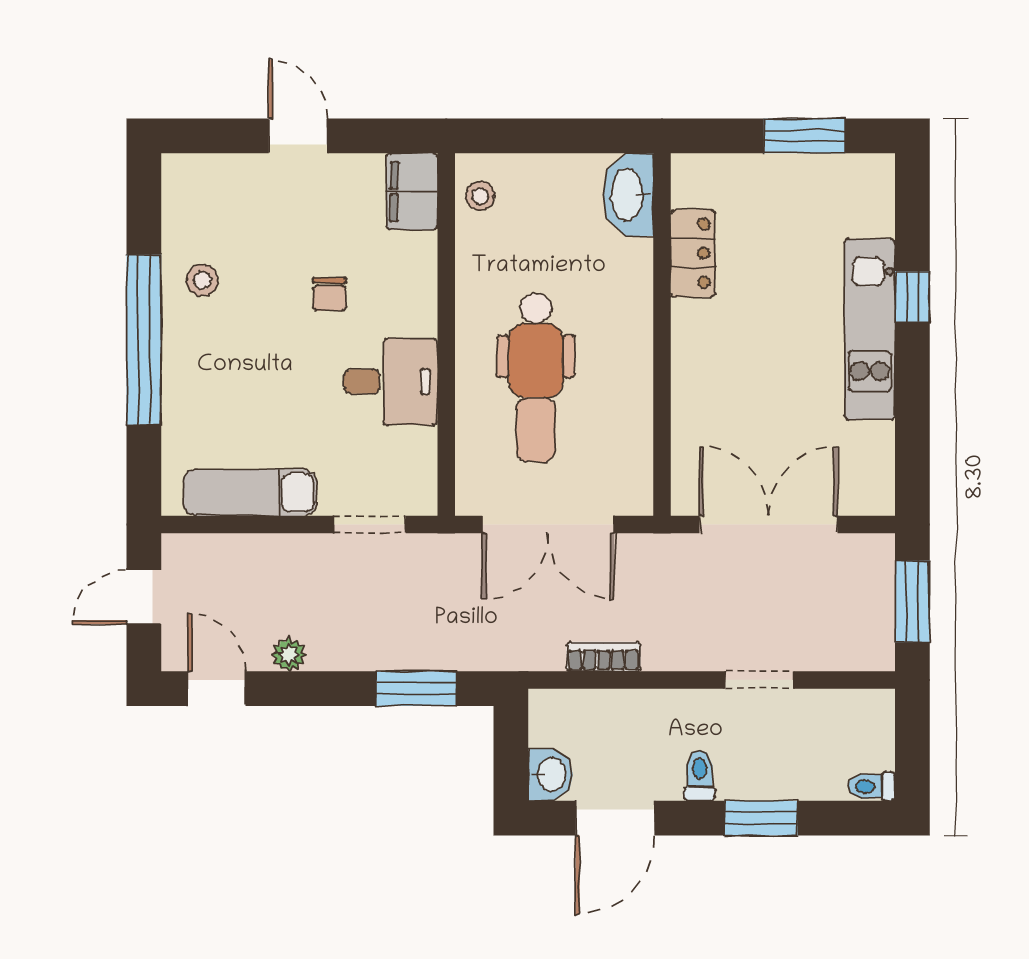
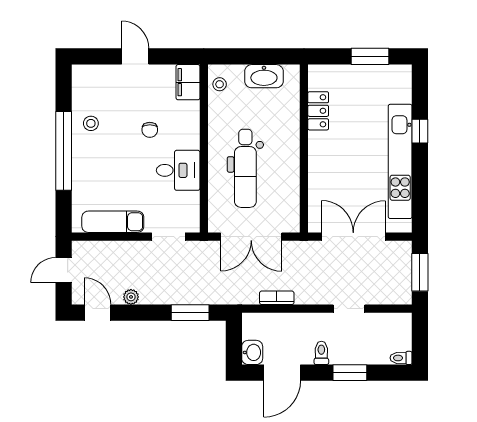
washbasin: (628, 195) -> (264, 76), moved, turned -90
kitchen unit: (870, 329) -> (400, 161), width x1.36

